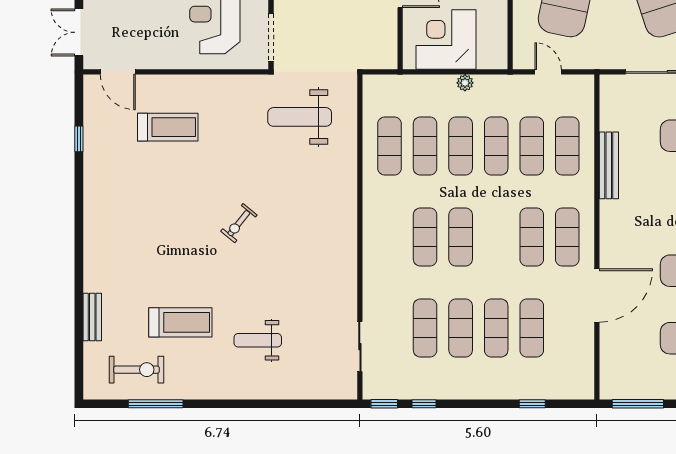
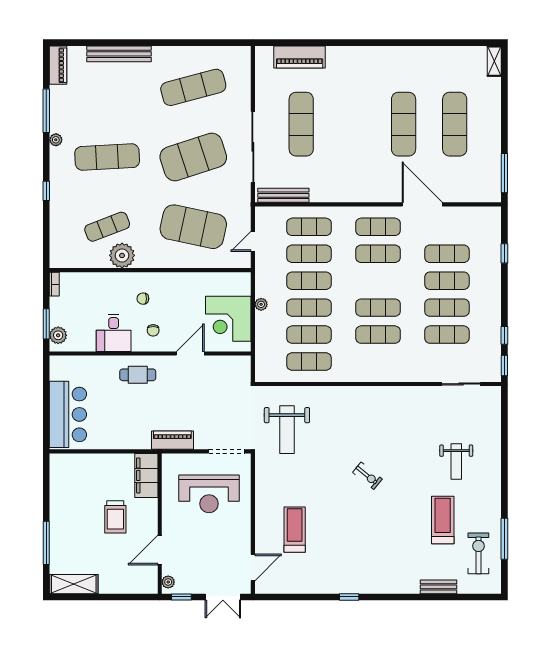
window: (79, 139) -> (349, 597), moved
bench: (609, 165) -> (283, 195), moved

